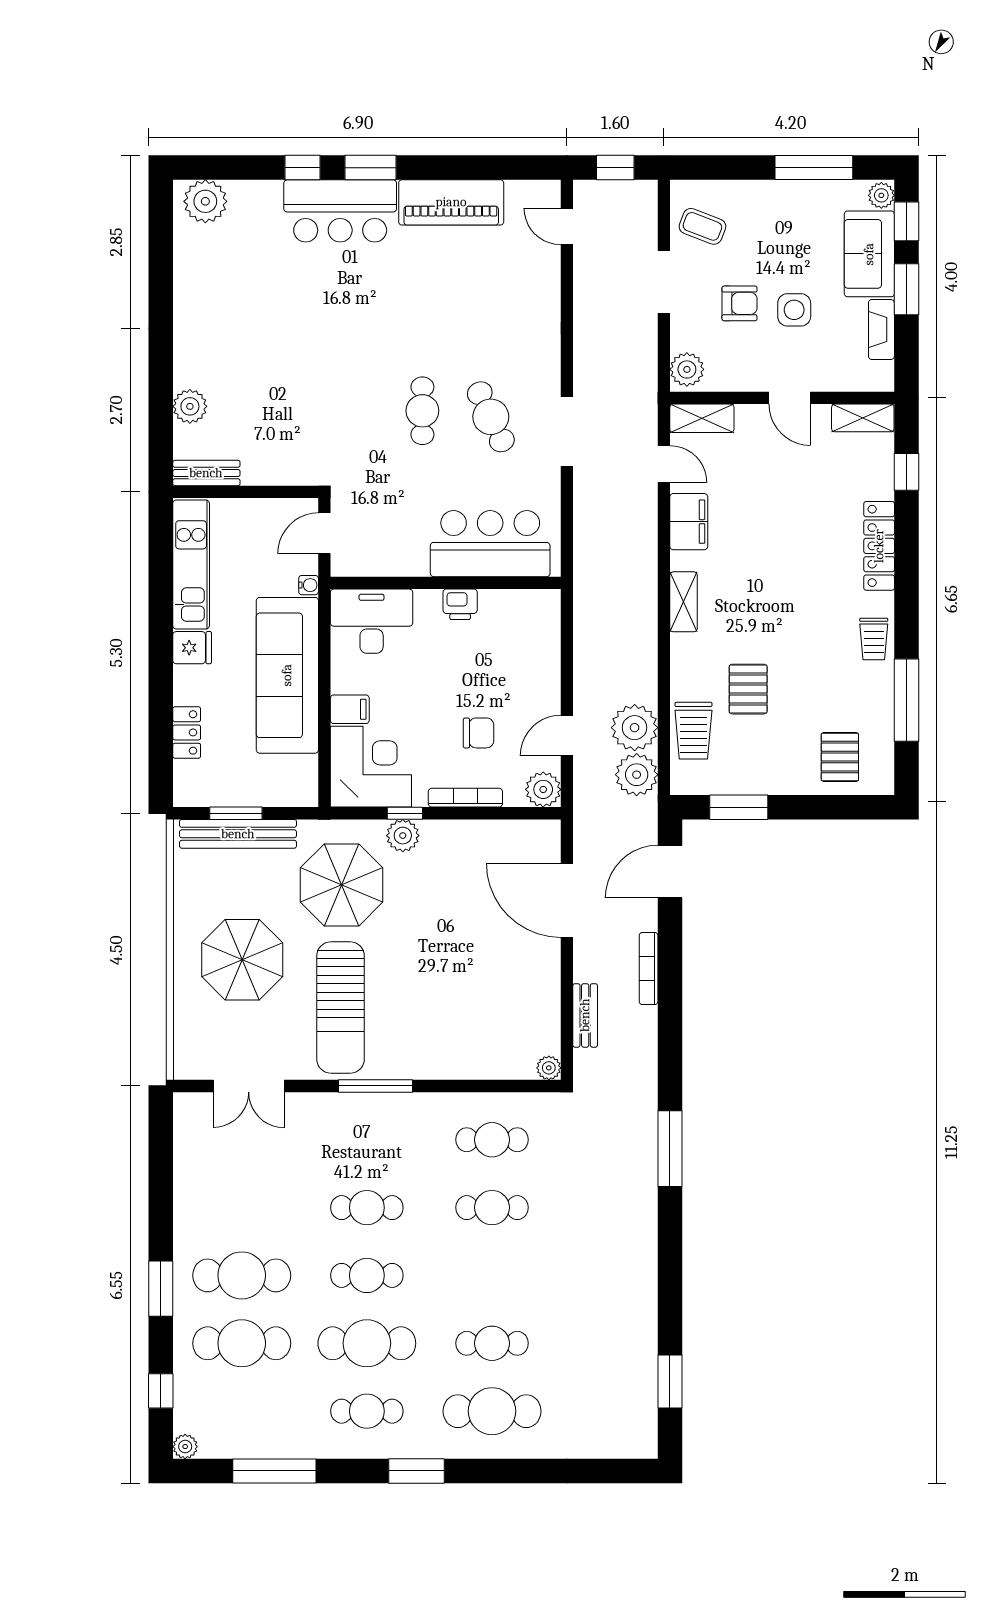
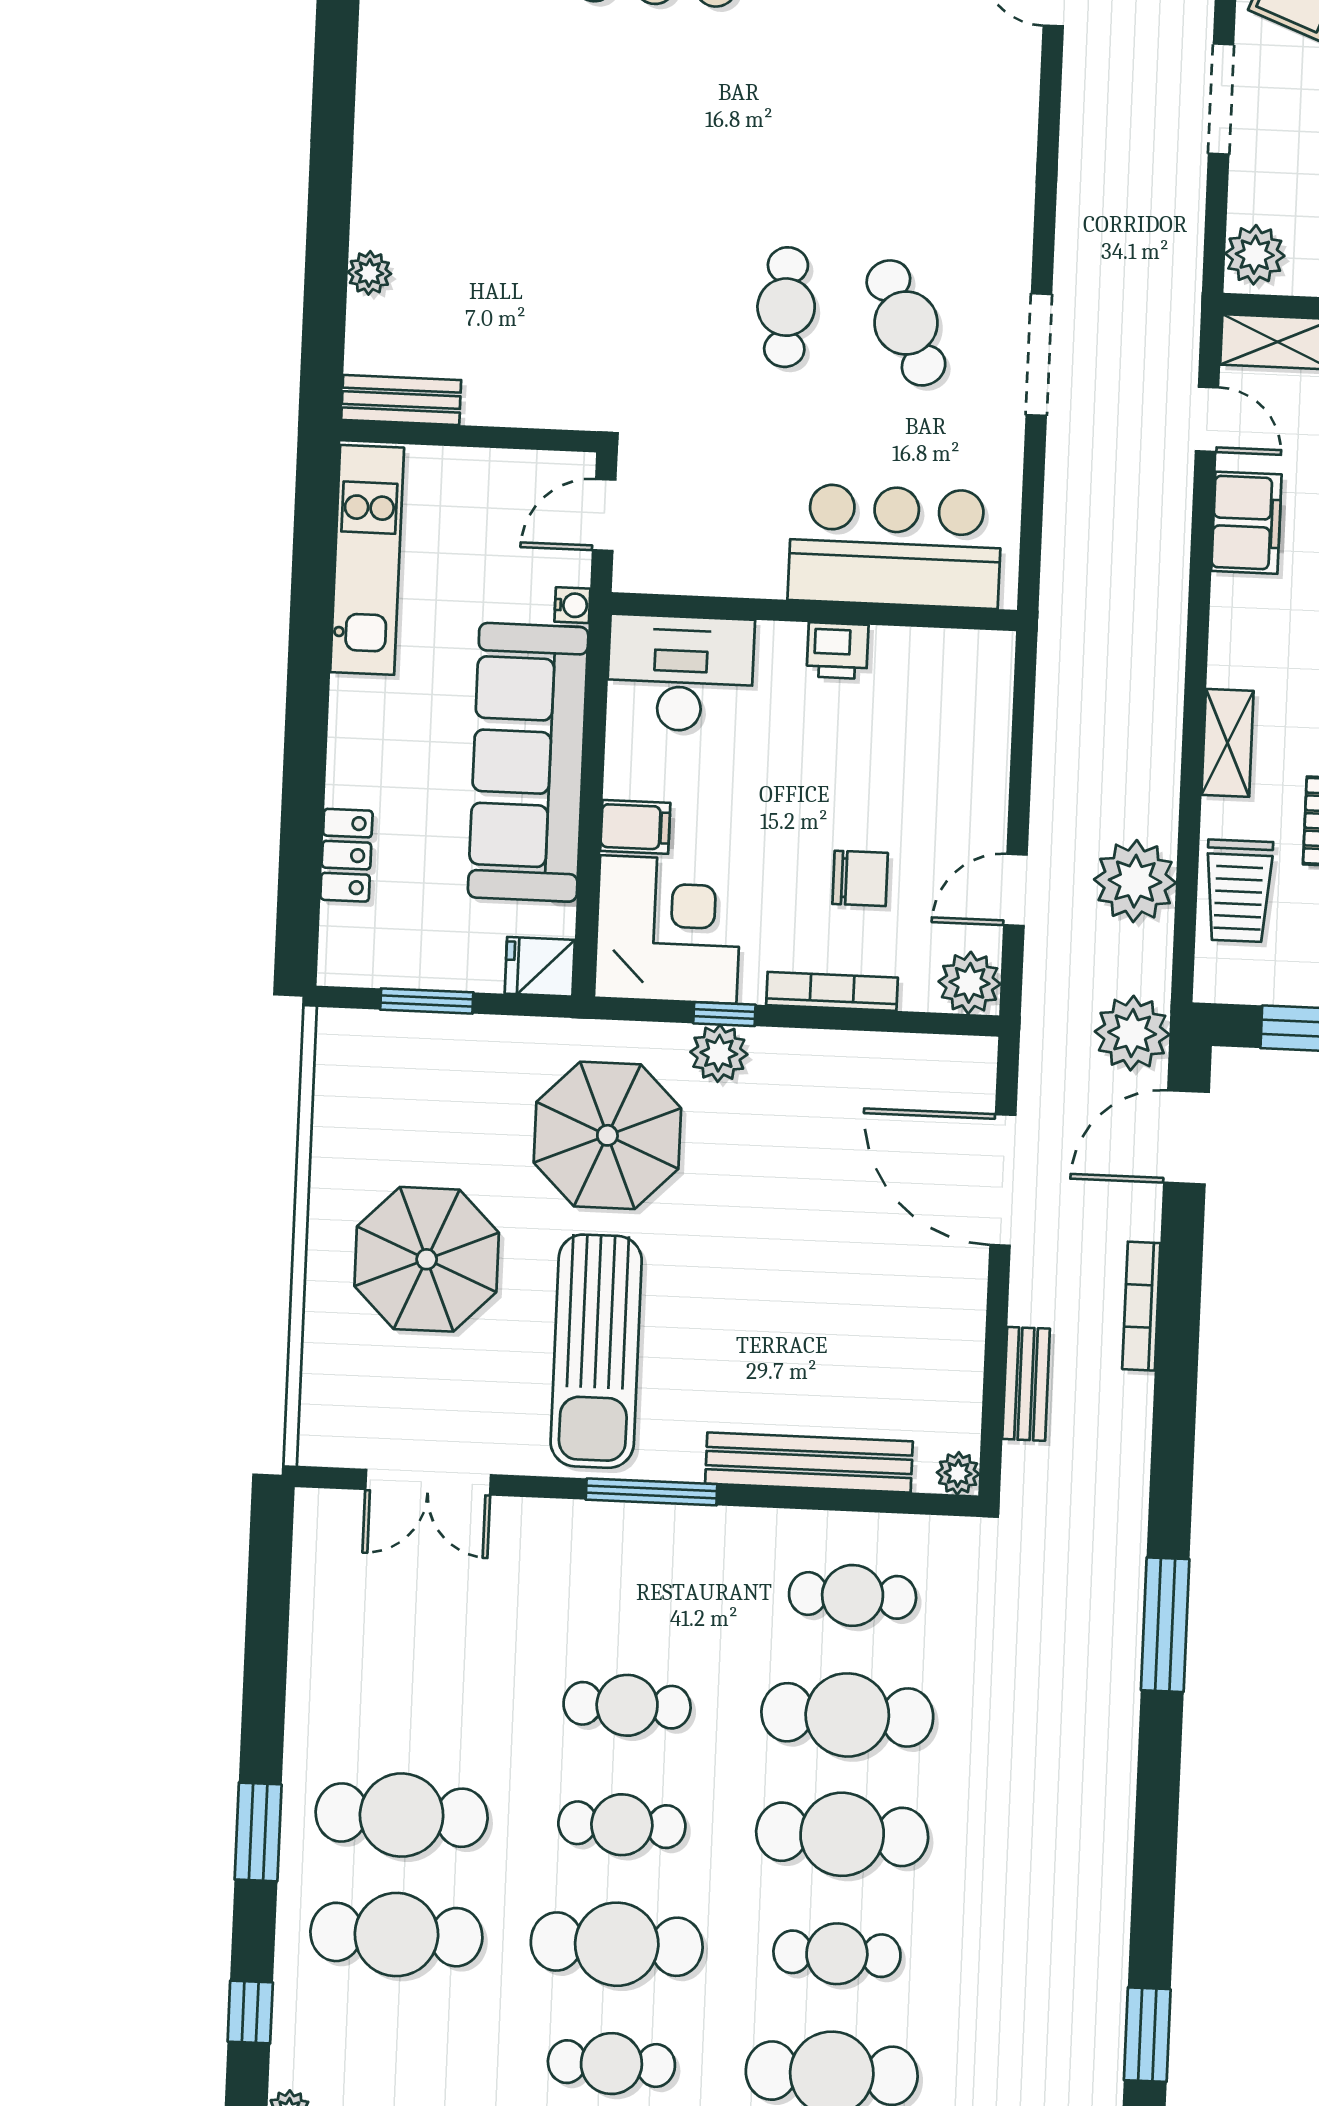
plant: (190, 406) -> (369, 273), width x0.73, depth x0.73
shelving: (684, 602) -> (1228, 743), moved
fridge: (192, 648) -> (540, 967), moved, turned 180
plant: (637, 775) -> (1132, 1033), moved
bench: (238, 834) -> (809, 1462), moved
cafe table: (492, 1208) -> (847, 1715), width x1.37, depth x1.35
cafe table: (492, 1275) -> (842, 1834), added

